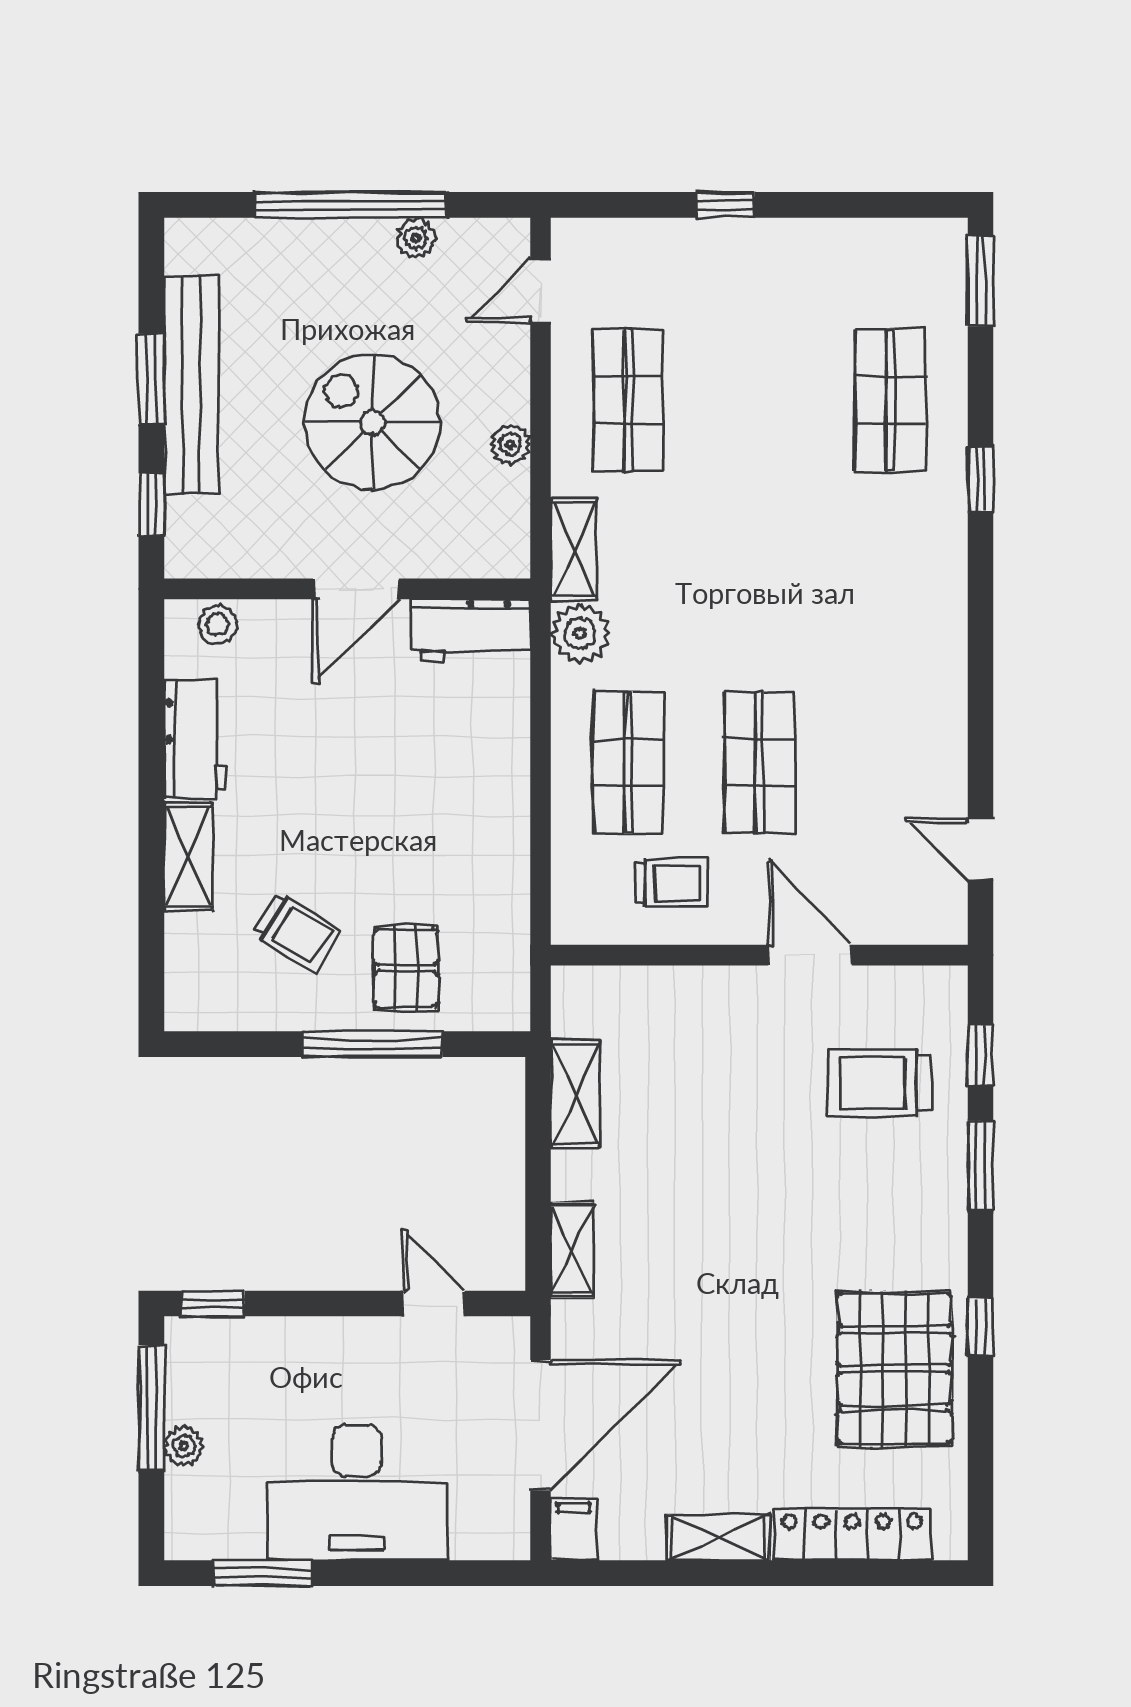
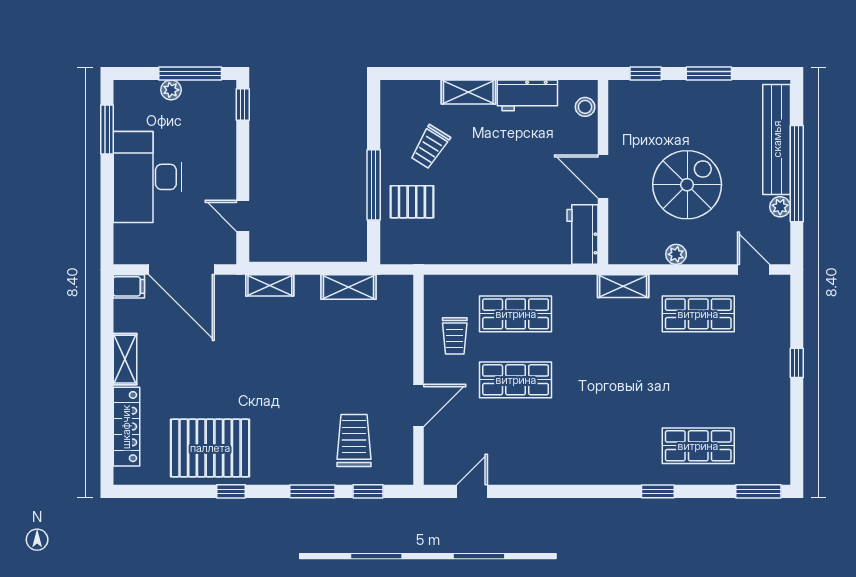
bench: (191, 385) -> (777, 139), moved, turned 90
plant: (580, 633) -> (581, 289), removed
door: (434, 1304) -> (243, 216), swing flipped

